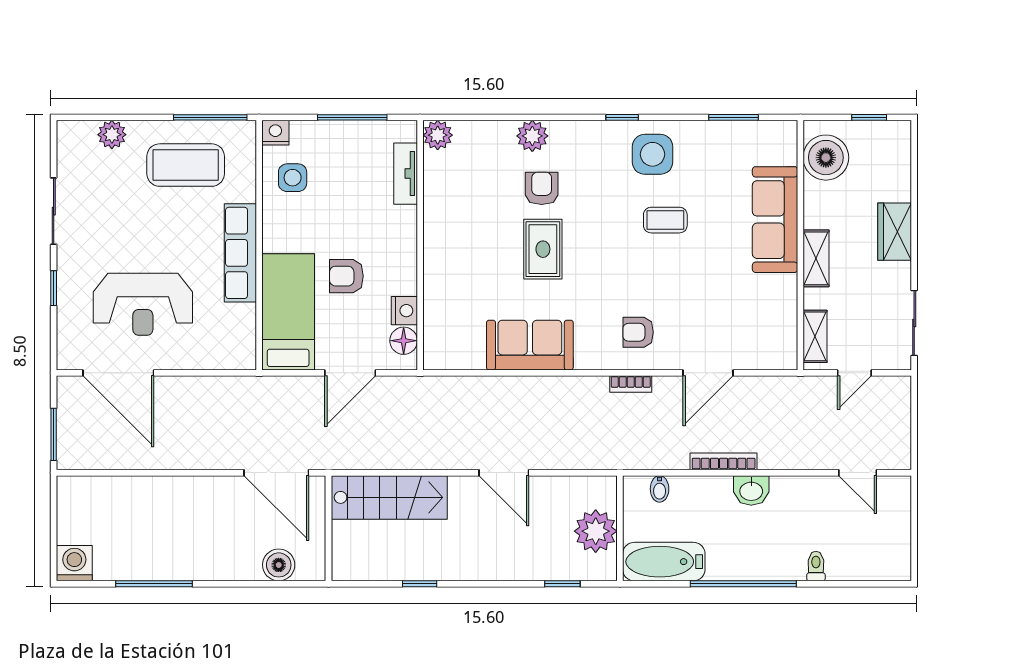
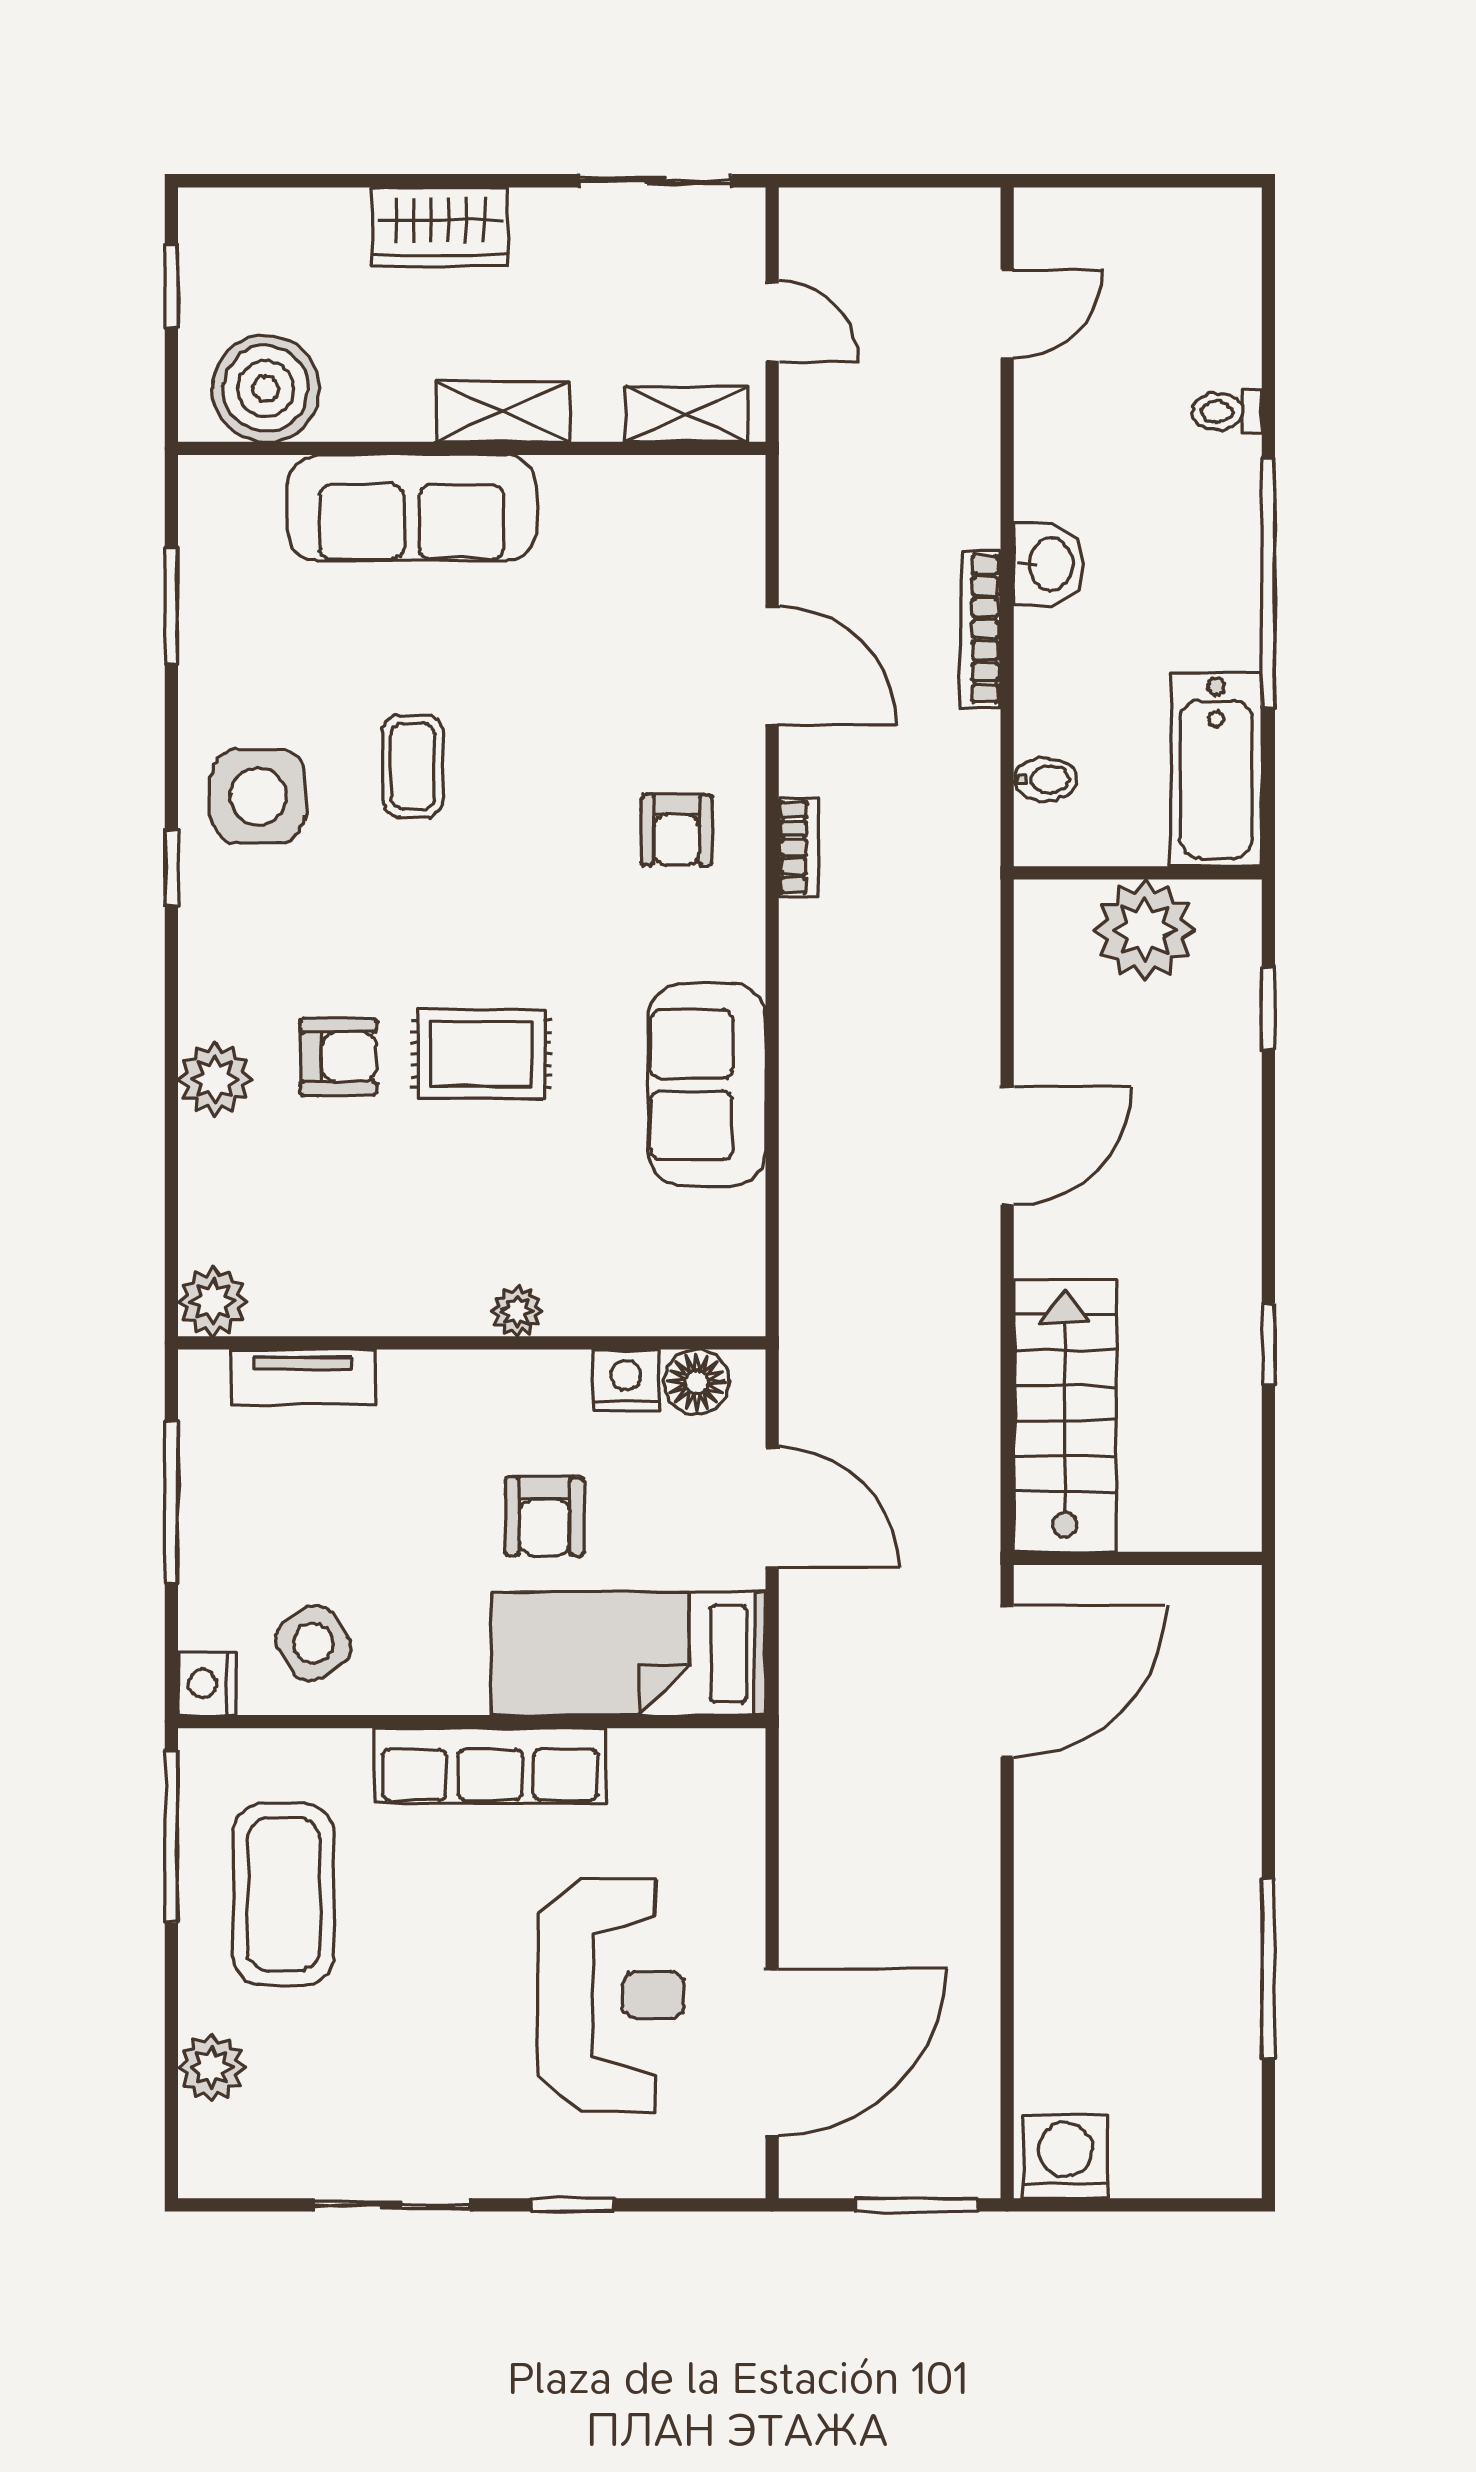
side table: (293, 178) -> (313, 1643), turned -34
armchair: (542, 188) -> (338, 1057), turned 180
plant: (434, 264) -> (517, 1311), added
washing machine: (74, 563) -> (1066, 2156), moved, turned 90
boiler: (279, 565) -> (1224, 1676), removed

